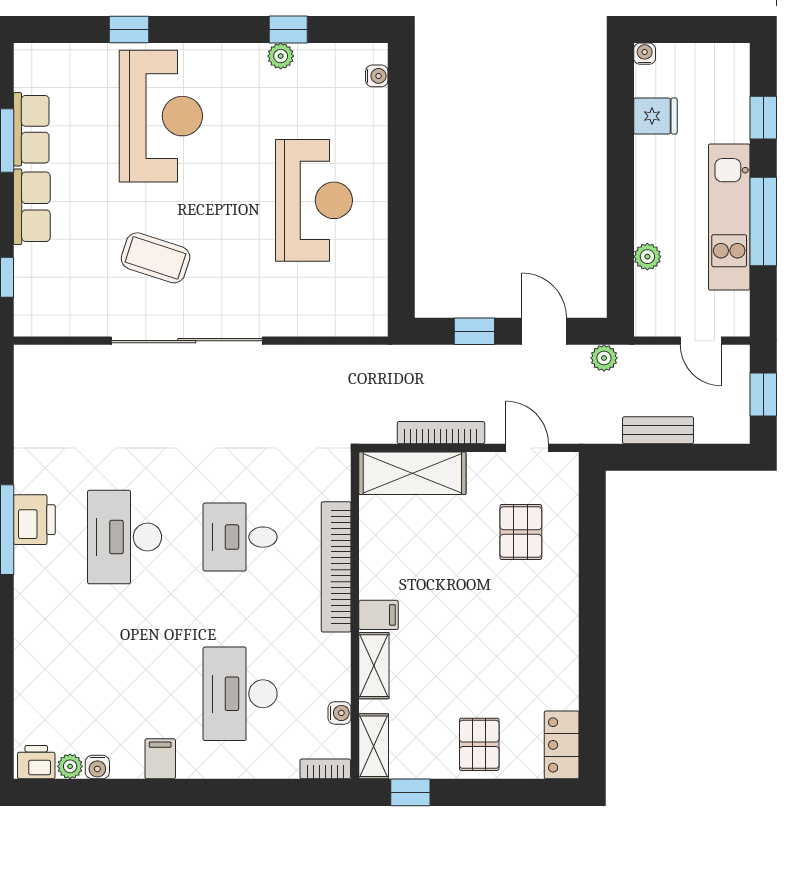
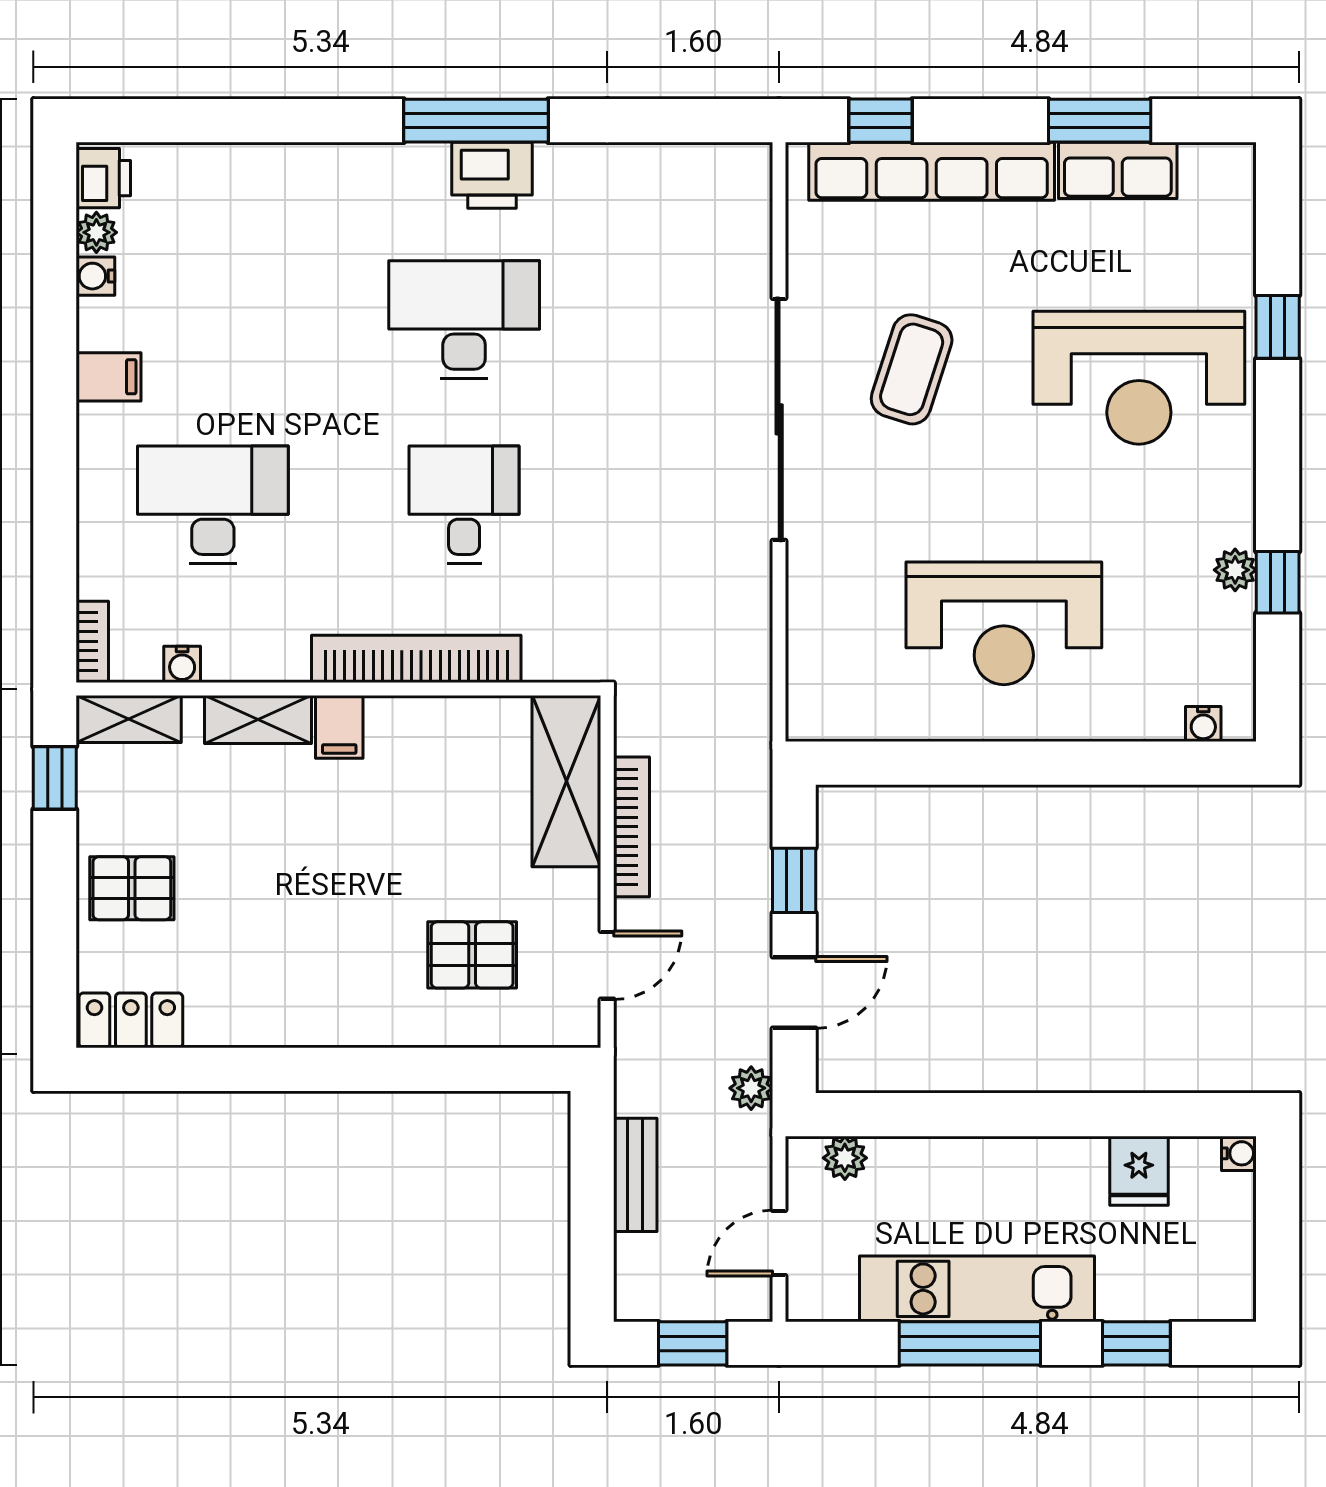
row of seats: (32, 207) -> (932, 171), width x2.02
plant: (647, 257) -> (845, 1158), moved

